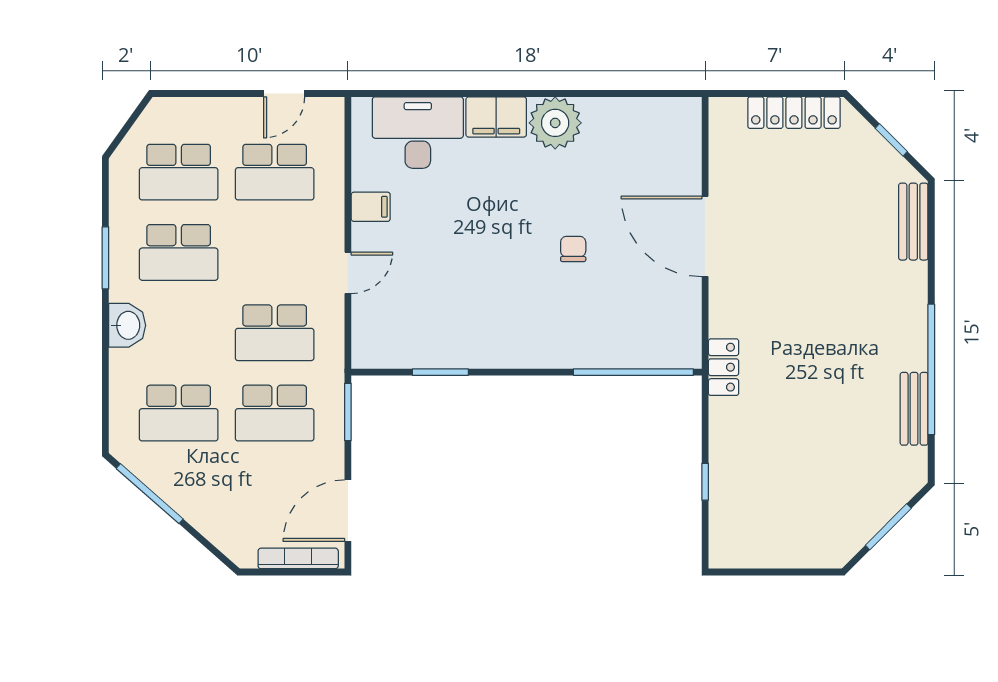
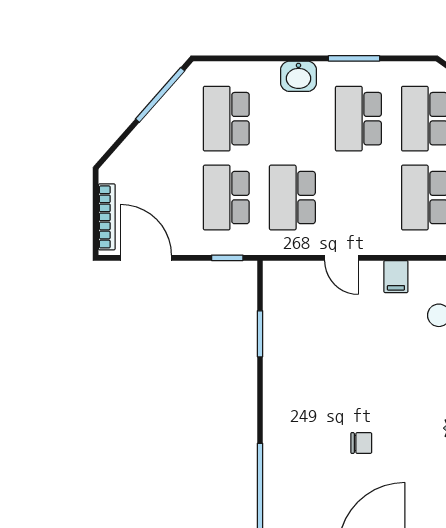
window: (348, 412) -> (227, 258), width x0.67

